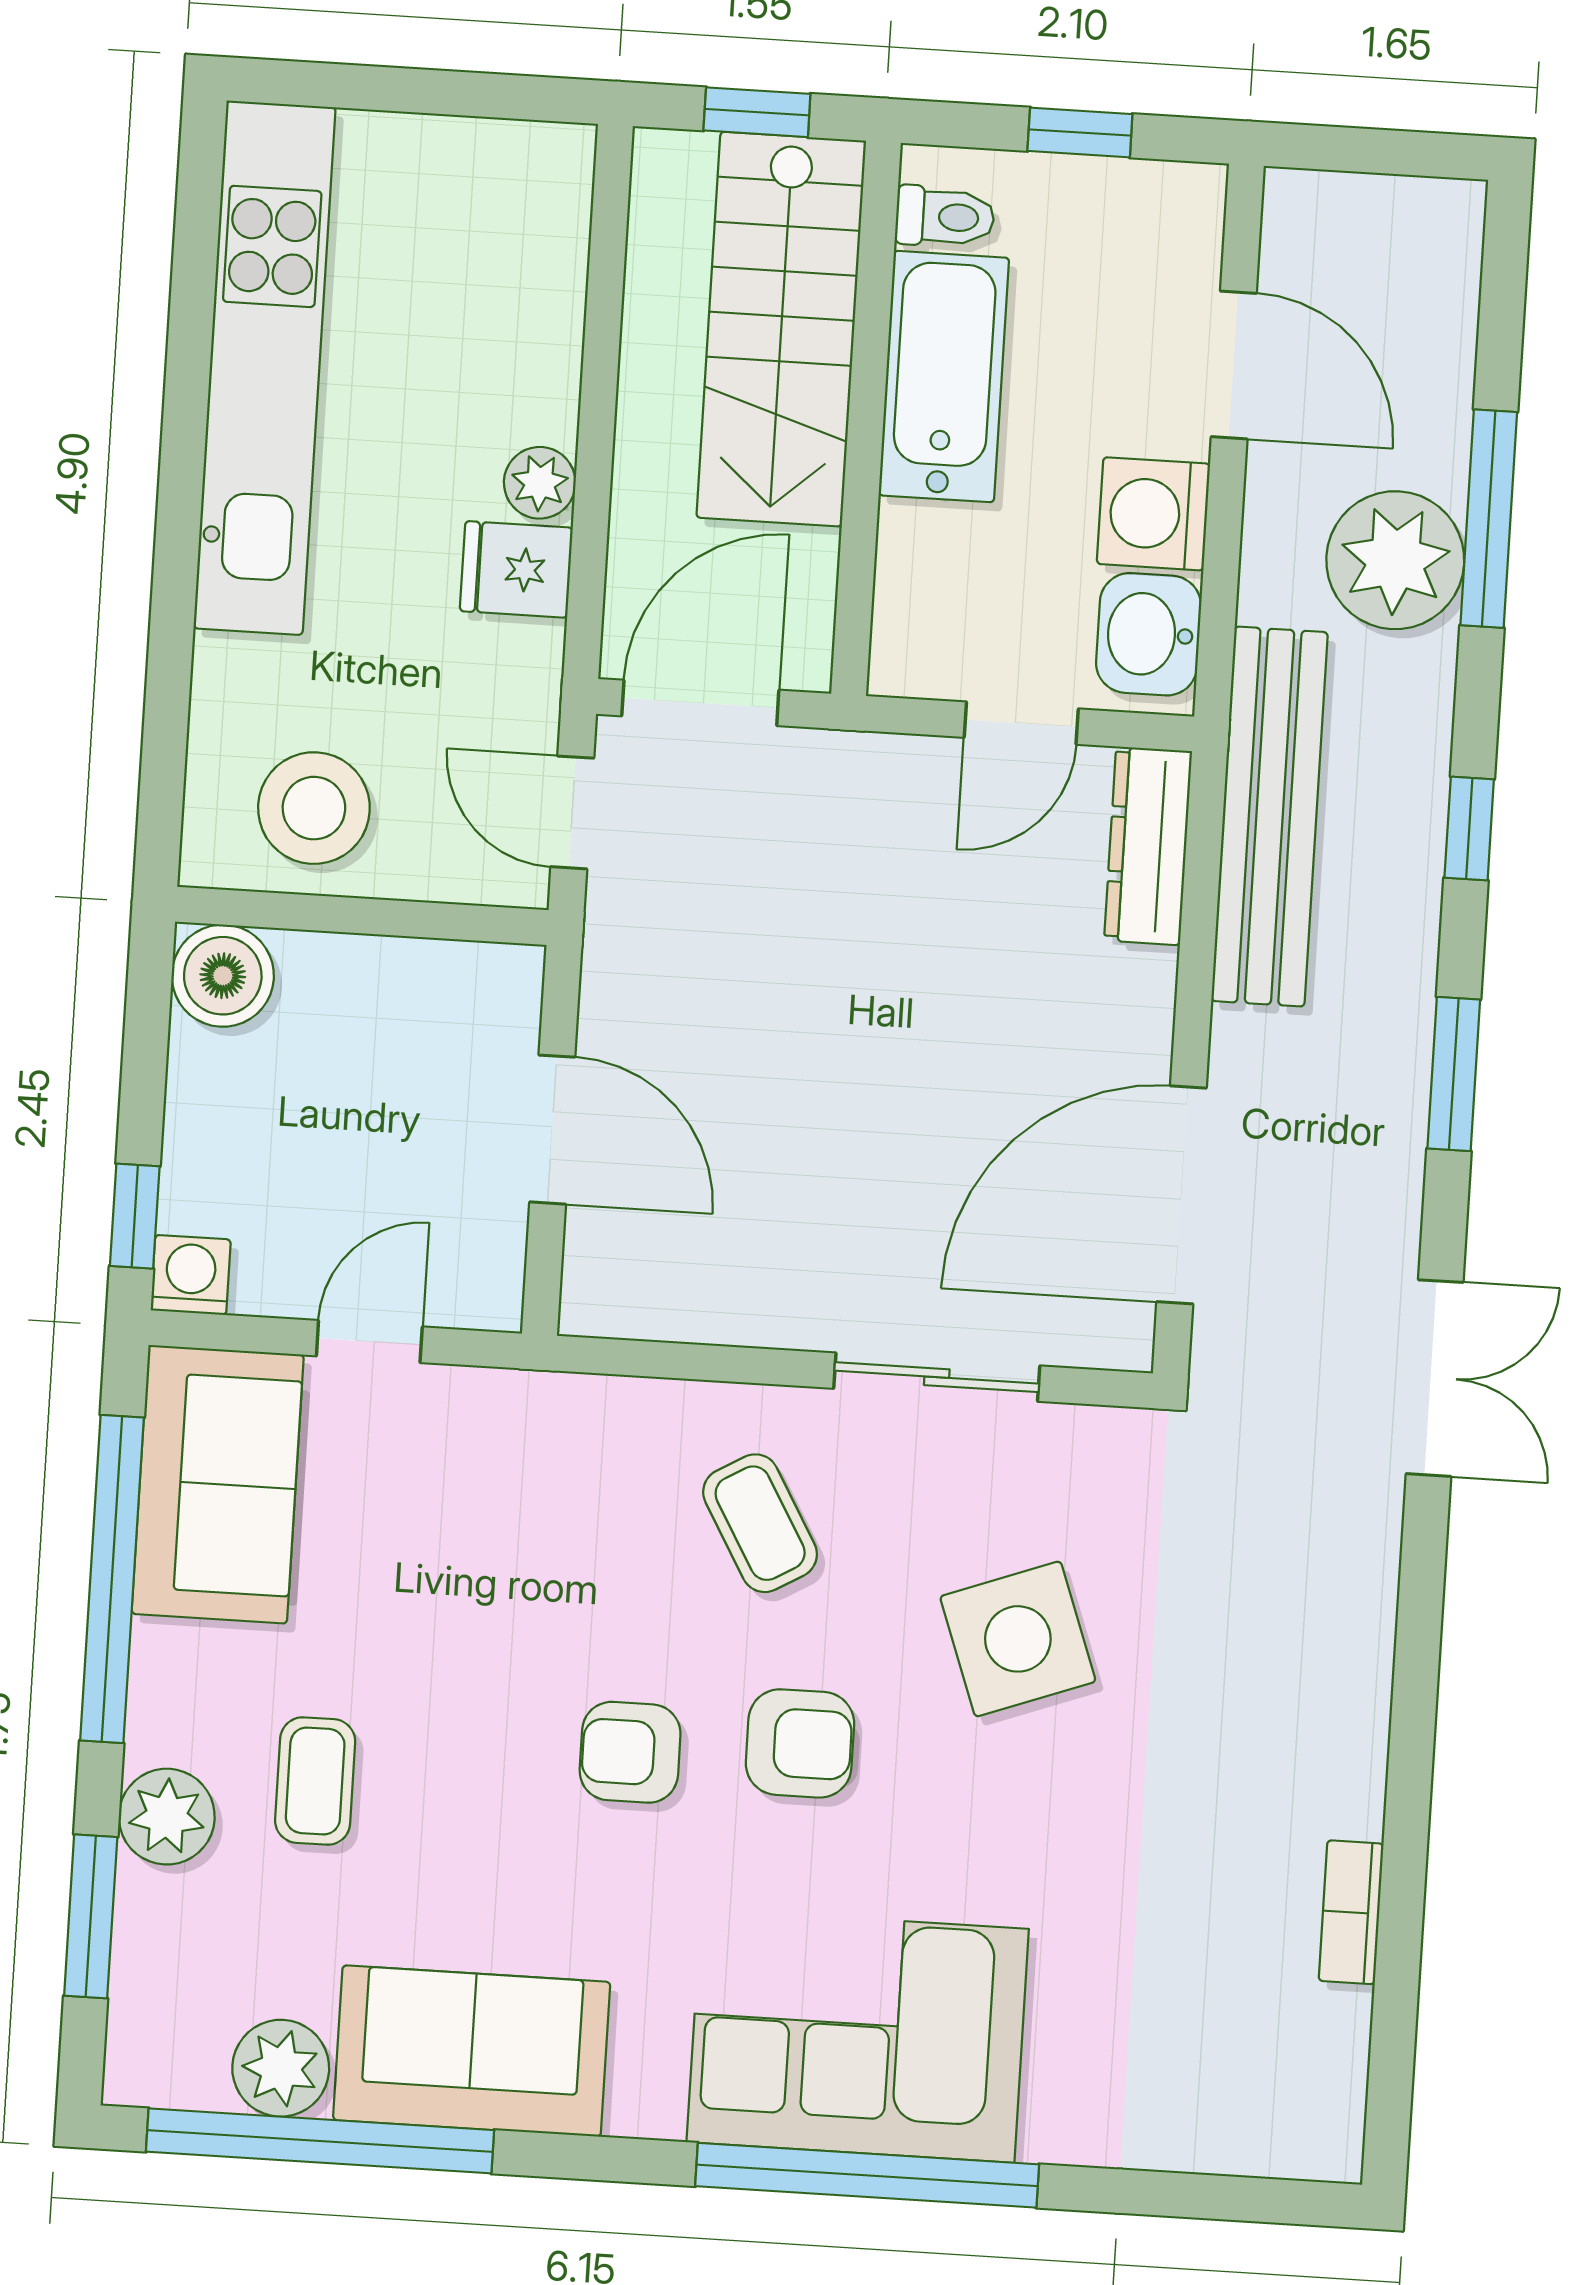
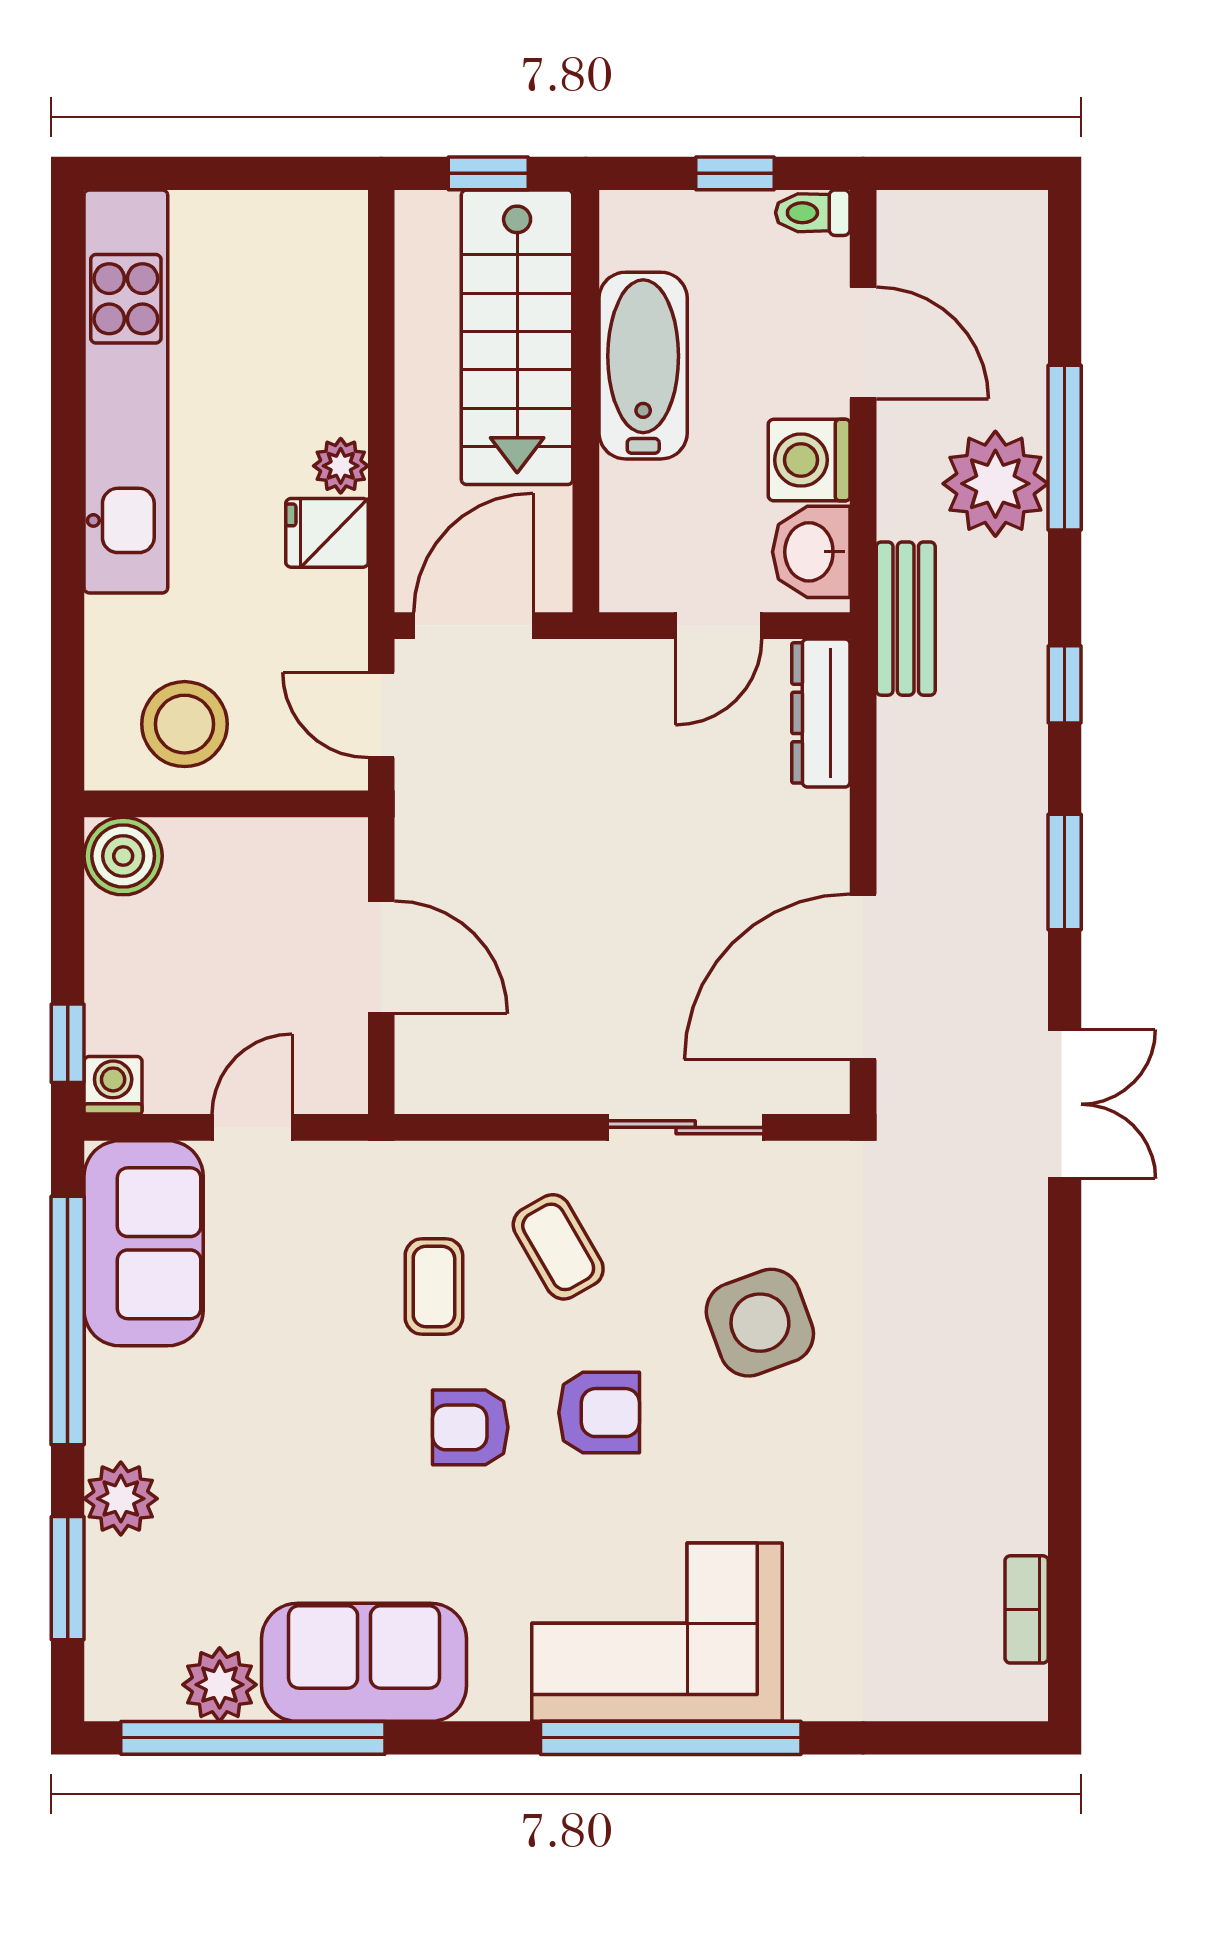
toilet: (945, 217) -> (813, 213), moved, turned 180
bench: (1269, 817) -> (906, 619), width x0.54, depth x0.82
coffee table: (315, 1781) -> (434, 1286), moved
bookcase: (1351, 1912) -> (1027, 1609), moved

